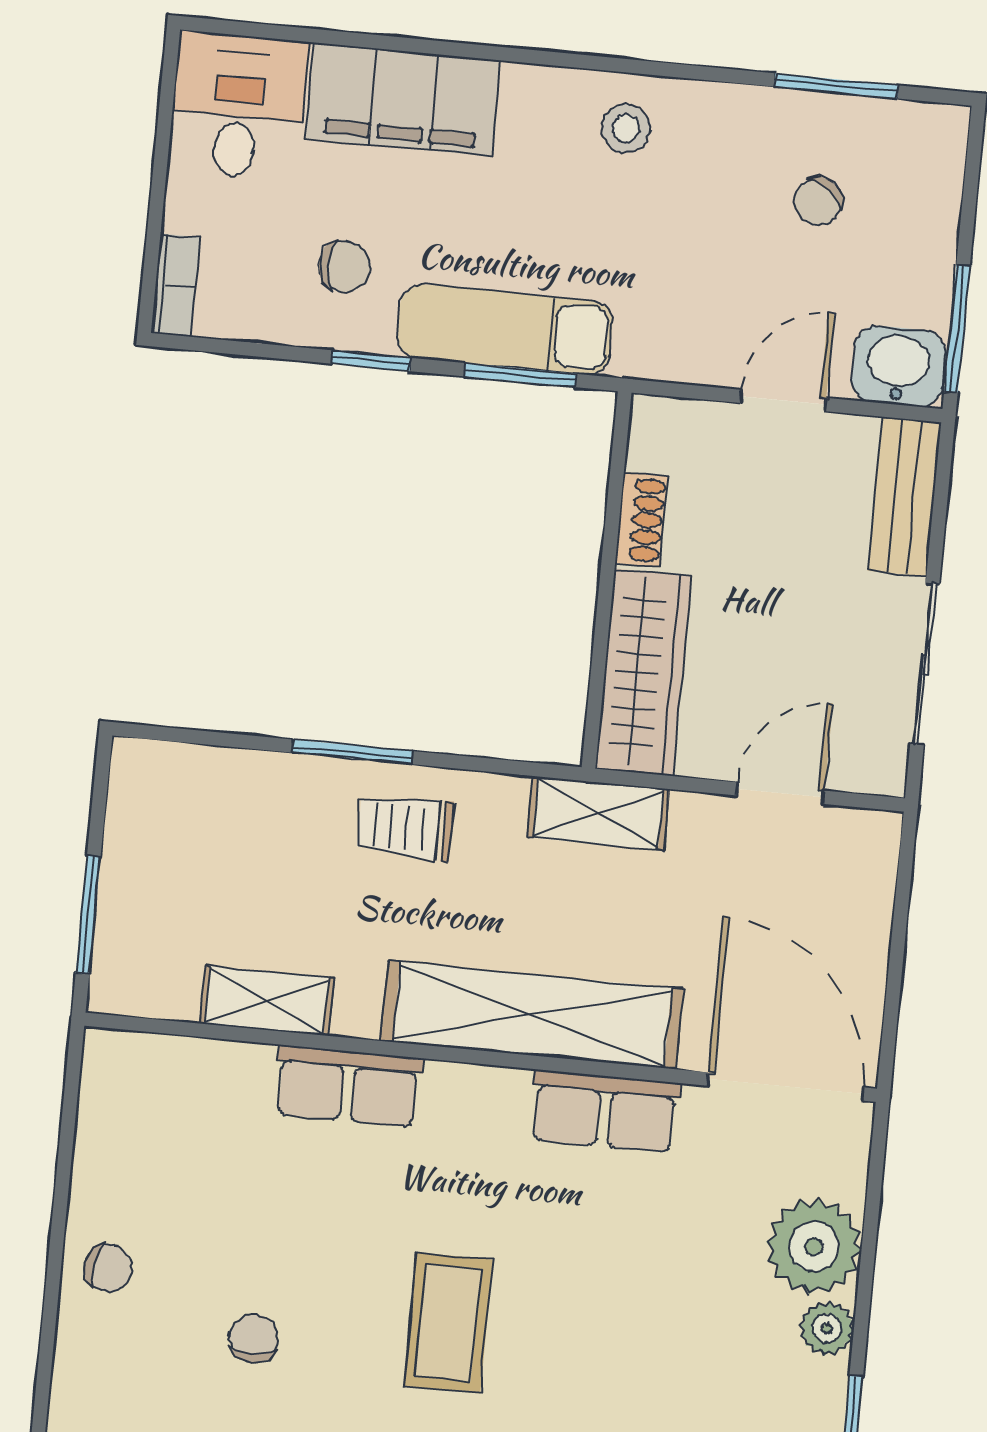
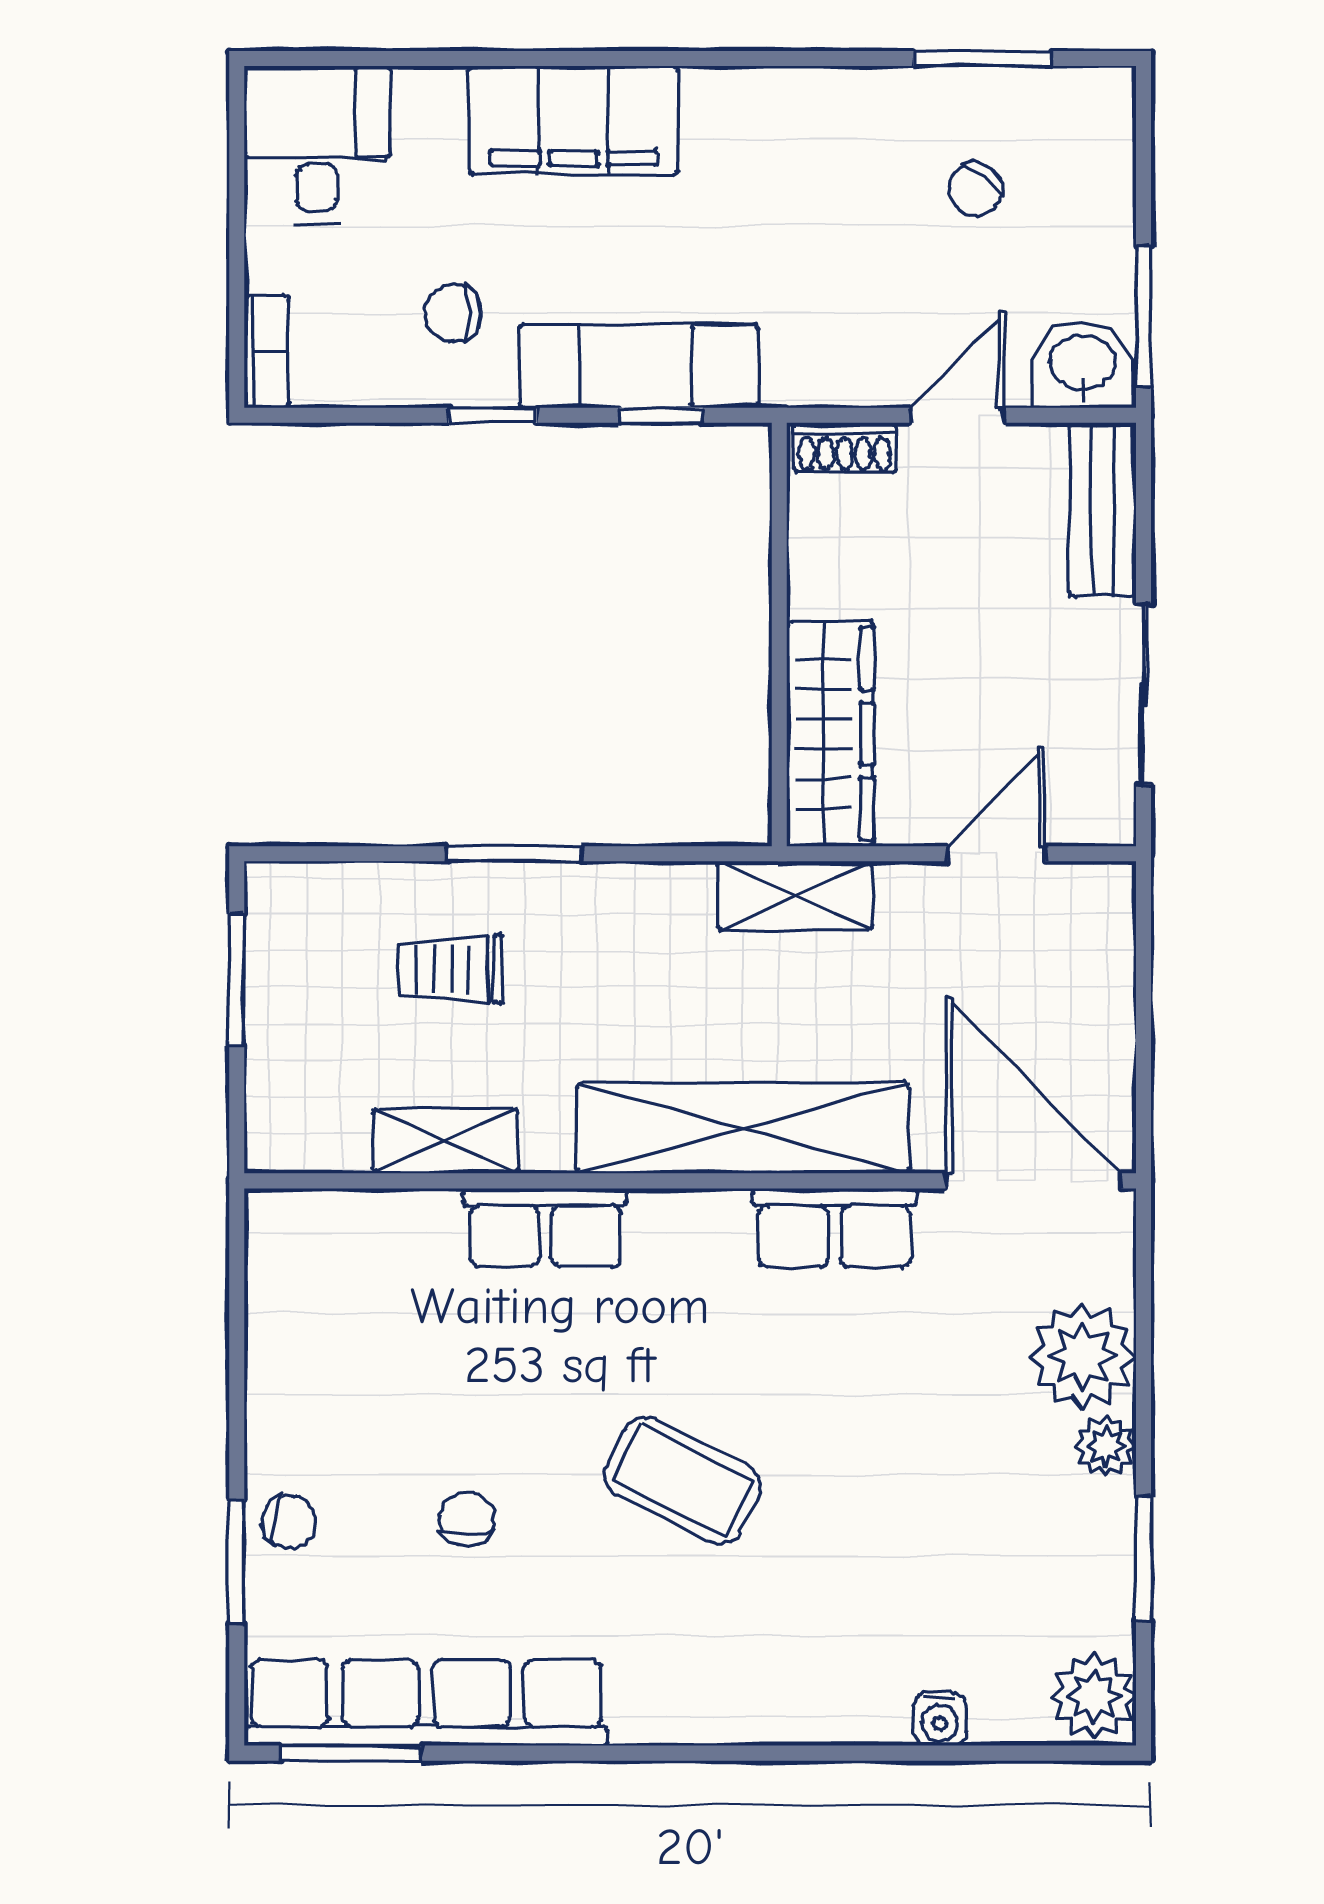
filing cabinet: (403, 99) -> (574, 120), moved
stool: (626, 128) -> (752, 128), removed
chair: (344, 267) -> (453, 313), turned 180
window: (520, 375) -> (661, 415), width x0.67
shoe rack: (641, 520) -> (844, 448), moved, turned 90
trolley: (405, 828) -> (450, 969), moved
window: (88, 915) -> (237, 979), moved
chair: (108, 1268) -> (289, 1522), moved
coffee table: (448, 1323) -> (682, 1481), turned -63
window: (46, 1357) -> (237, 1562), added

